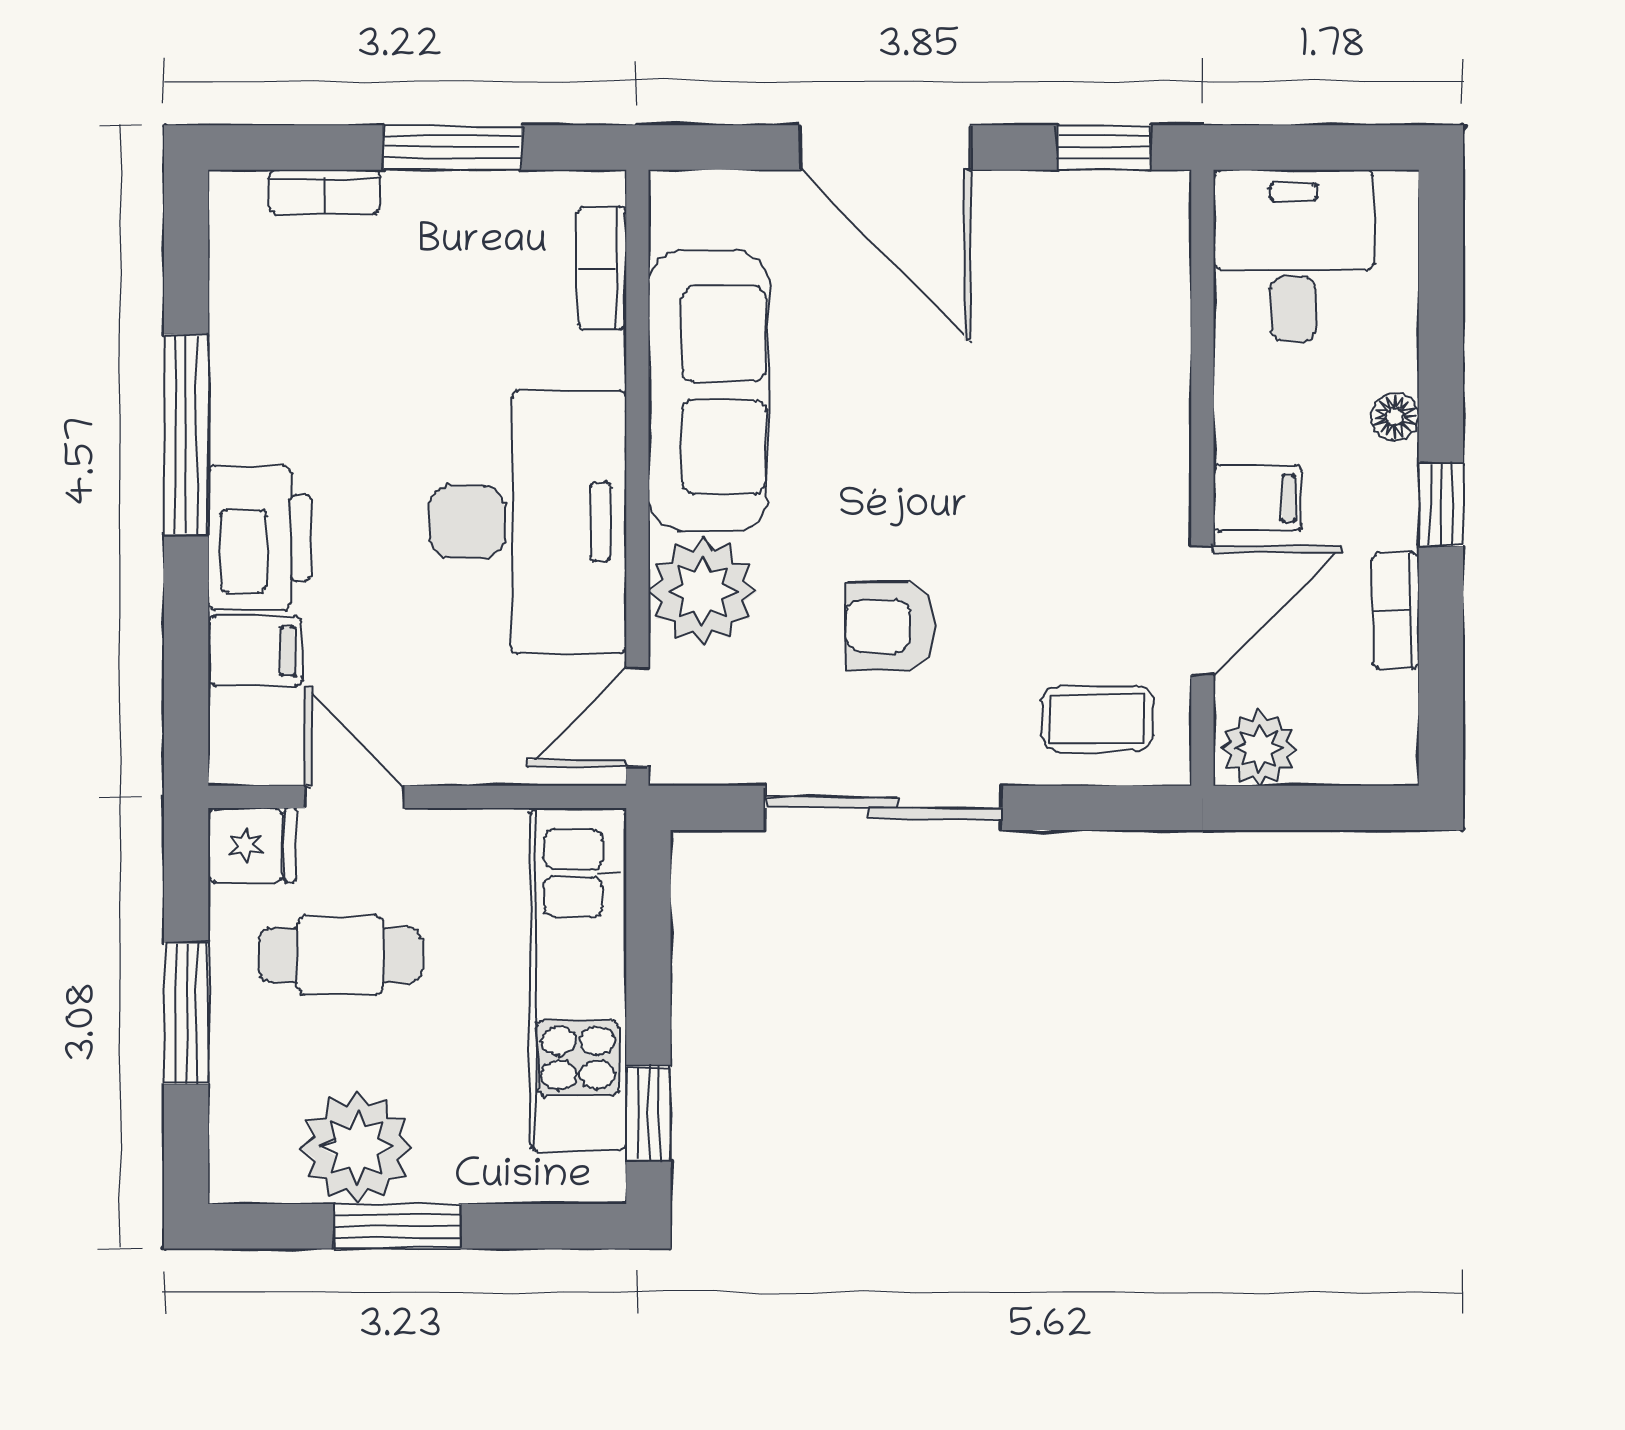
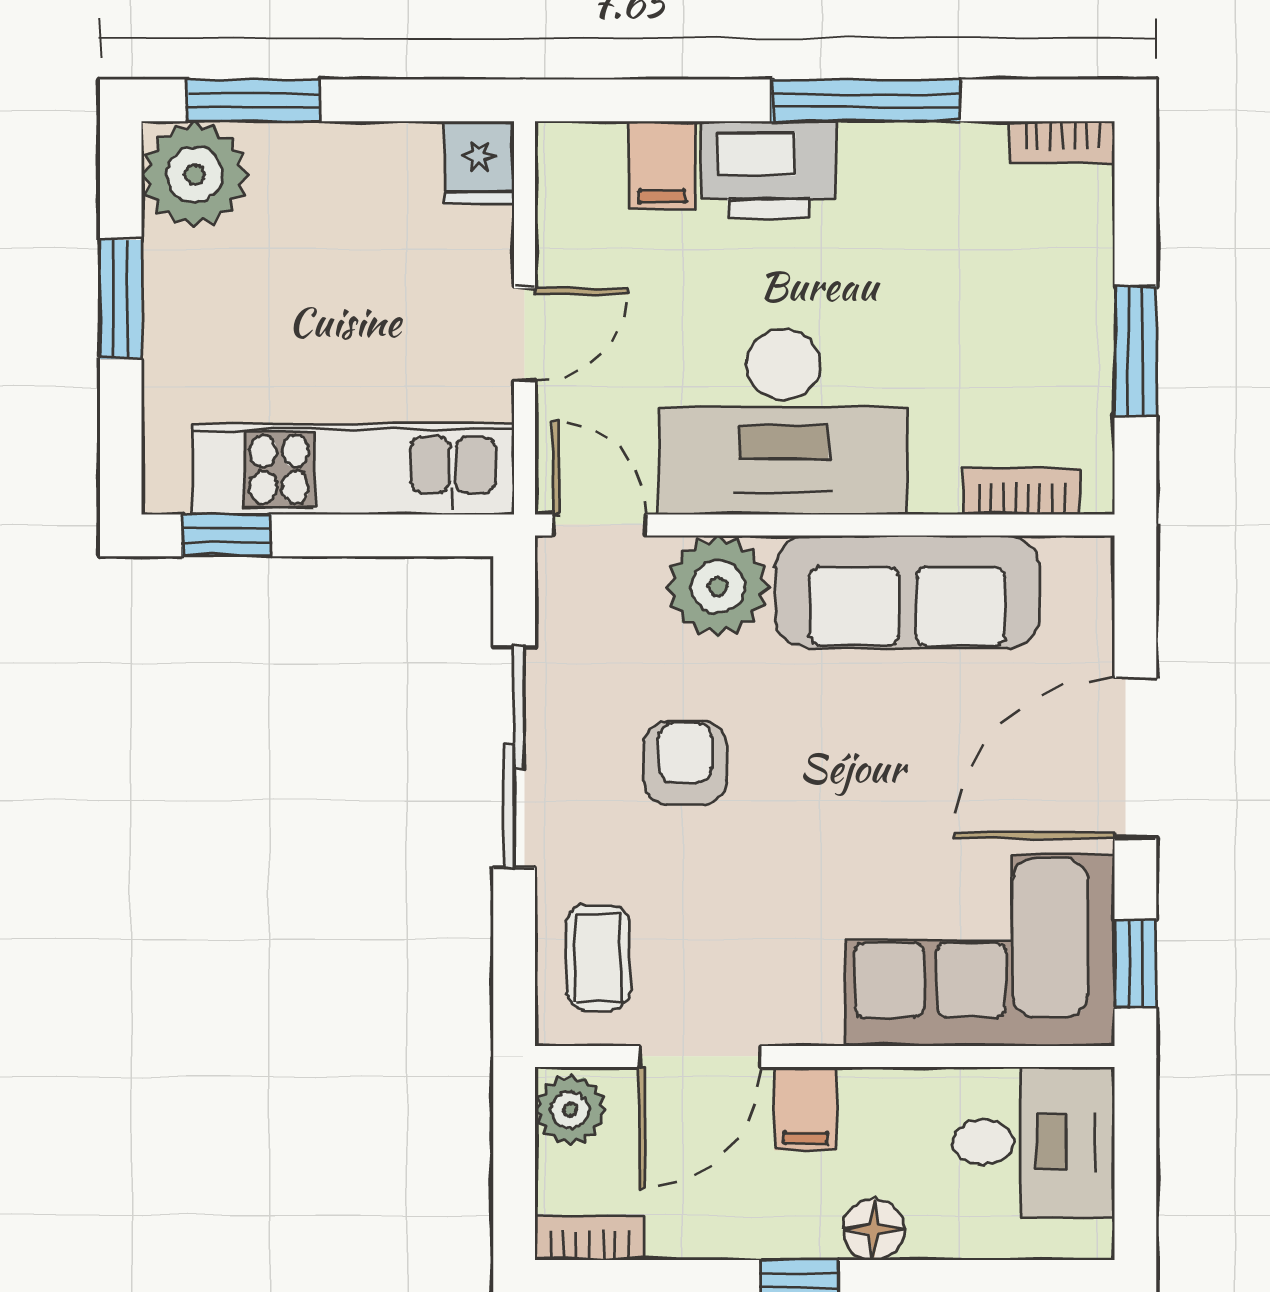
bookcase: (325, 192) -> (1063, 142), moved, turned -90
corner sofa: (1089, 313) -> (980, 950), added
floor lamp: (1395, 417) -> (874, 1229), width x1.37, depth x1.37
bookcase: (1396, 610) -> (590, 1238), moved
door: (1202, 611) -> (700, 1056), hinge flipped
door: (354, 797) -> (525, 335), moved
cafe table: (340, 955) -> (376, 246), removed
window: (186, 1013) -> (254, 100), moved
plant: (357, 1148) -> (195, 174), moved

